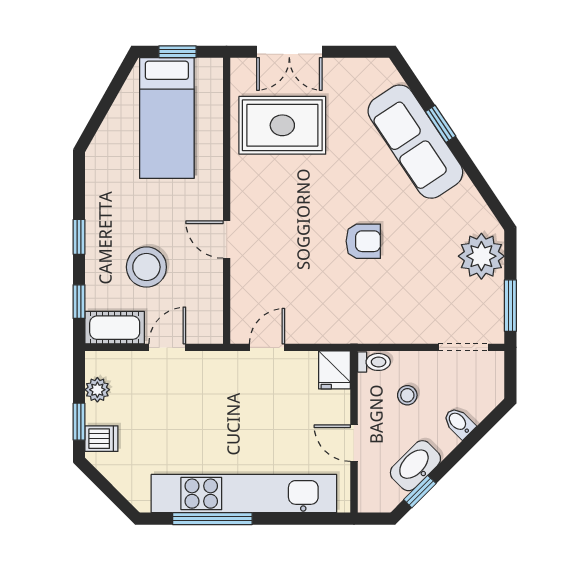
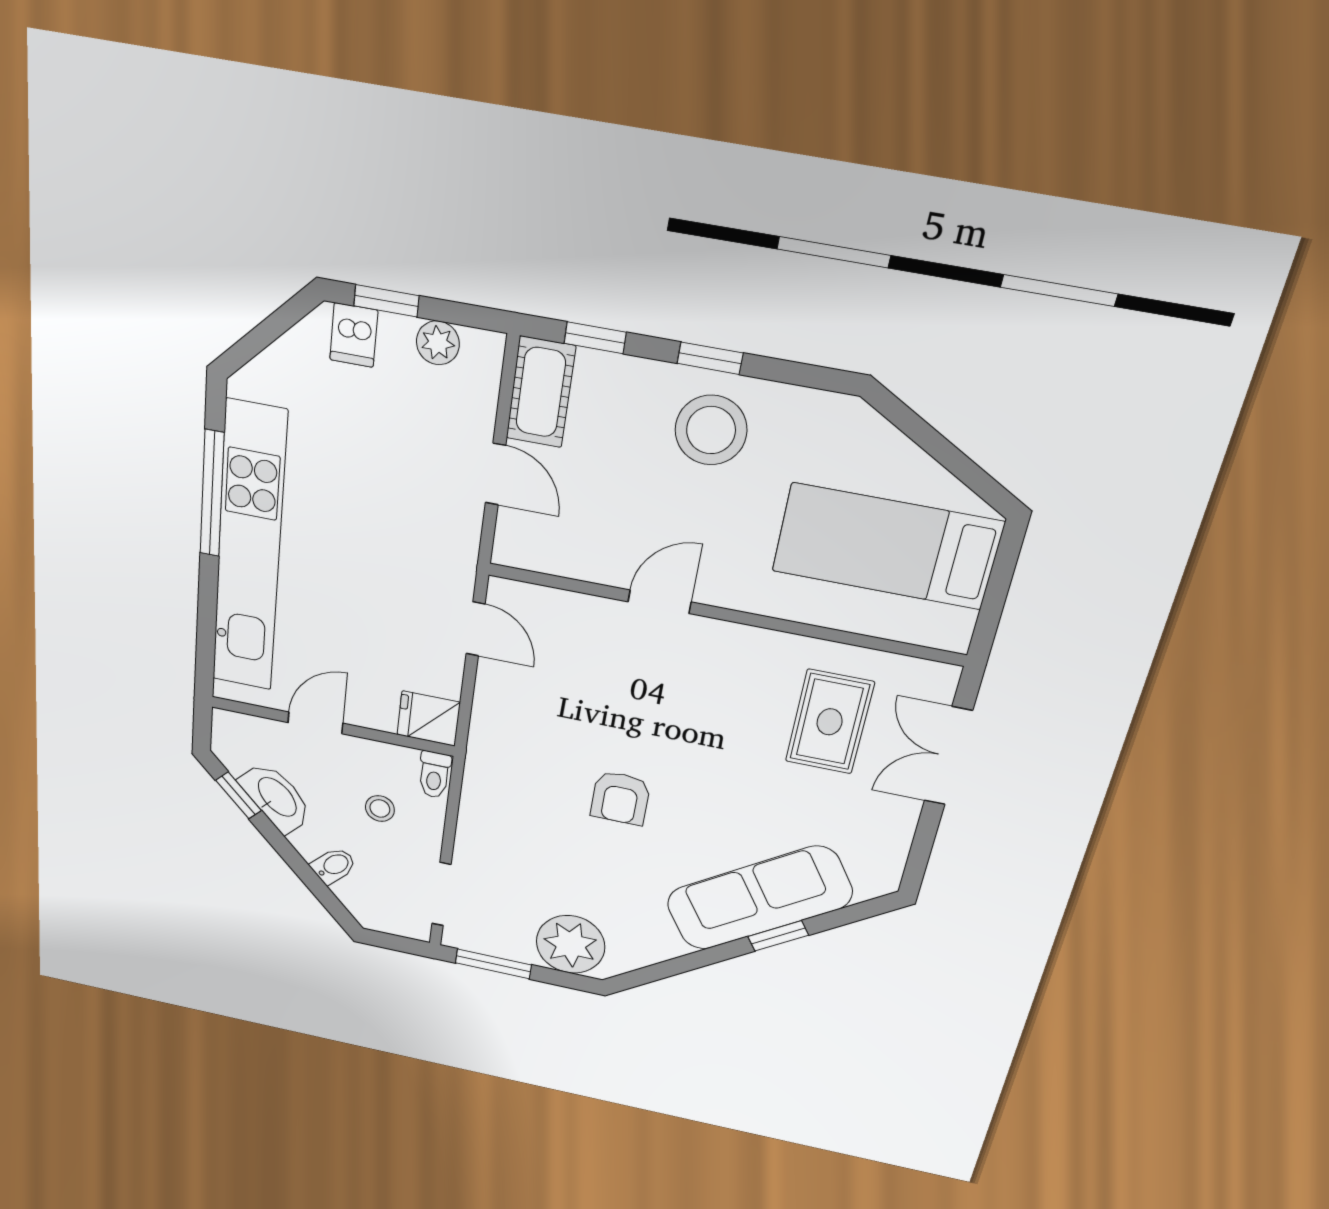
window: (177, 52) -> (998, 585), removed
rug: (282, 125) -> (830, 722), width x0.73, depth x0.70
stool: (146, 267) -> (711, 430), moved

